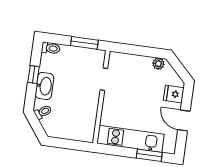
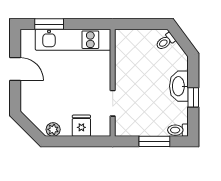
window: (84, 43) -> (154, 141), moved
fridge: (174, 94) -> (81, 126), moved, turned -90
toilet: (43, 112) -> (165, 42), moved

